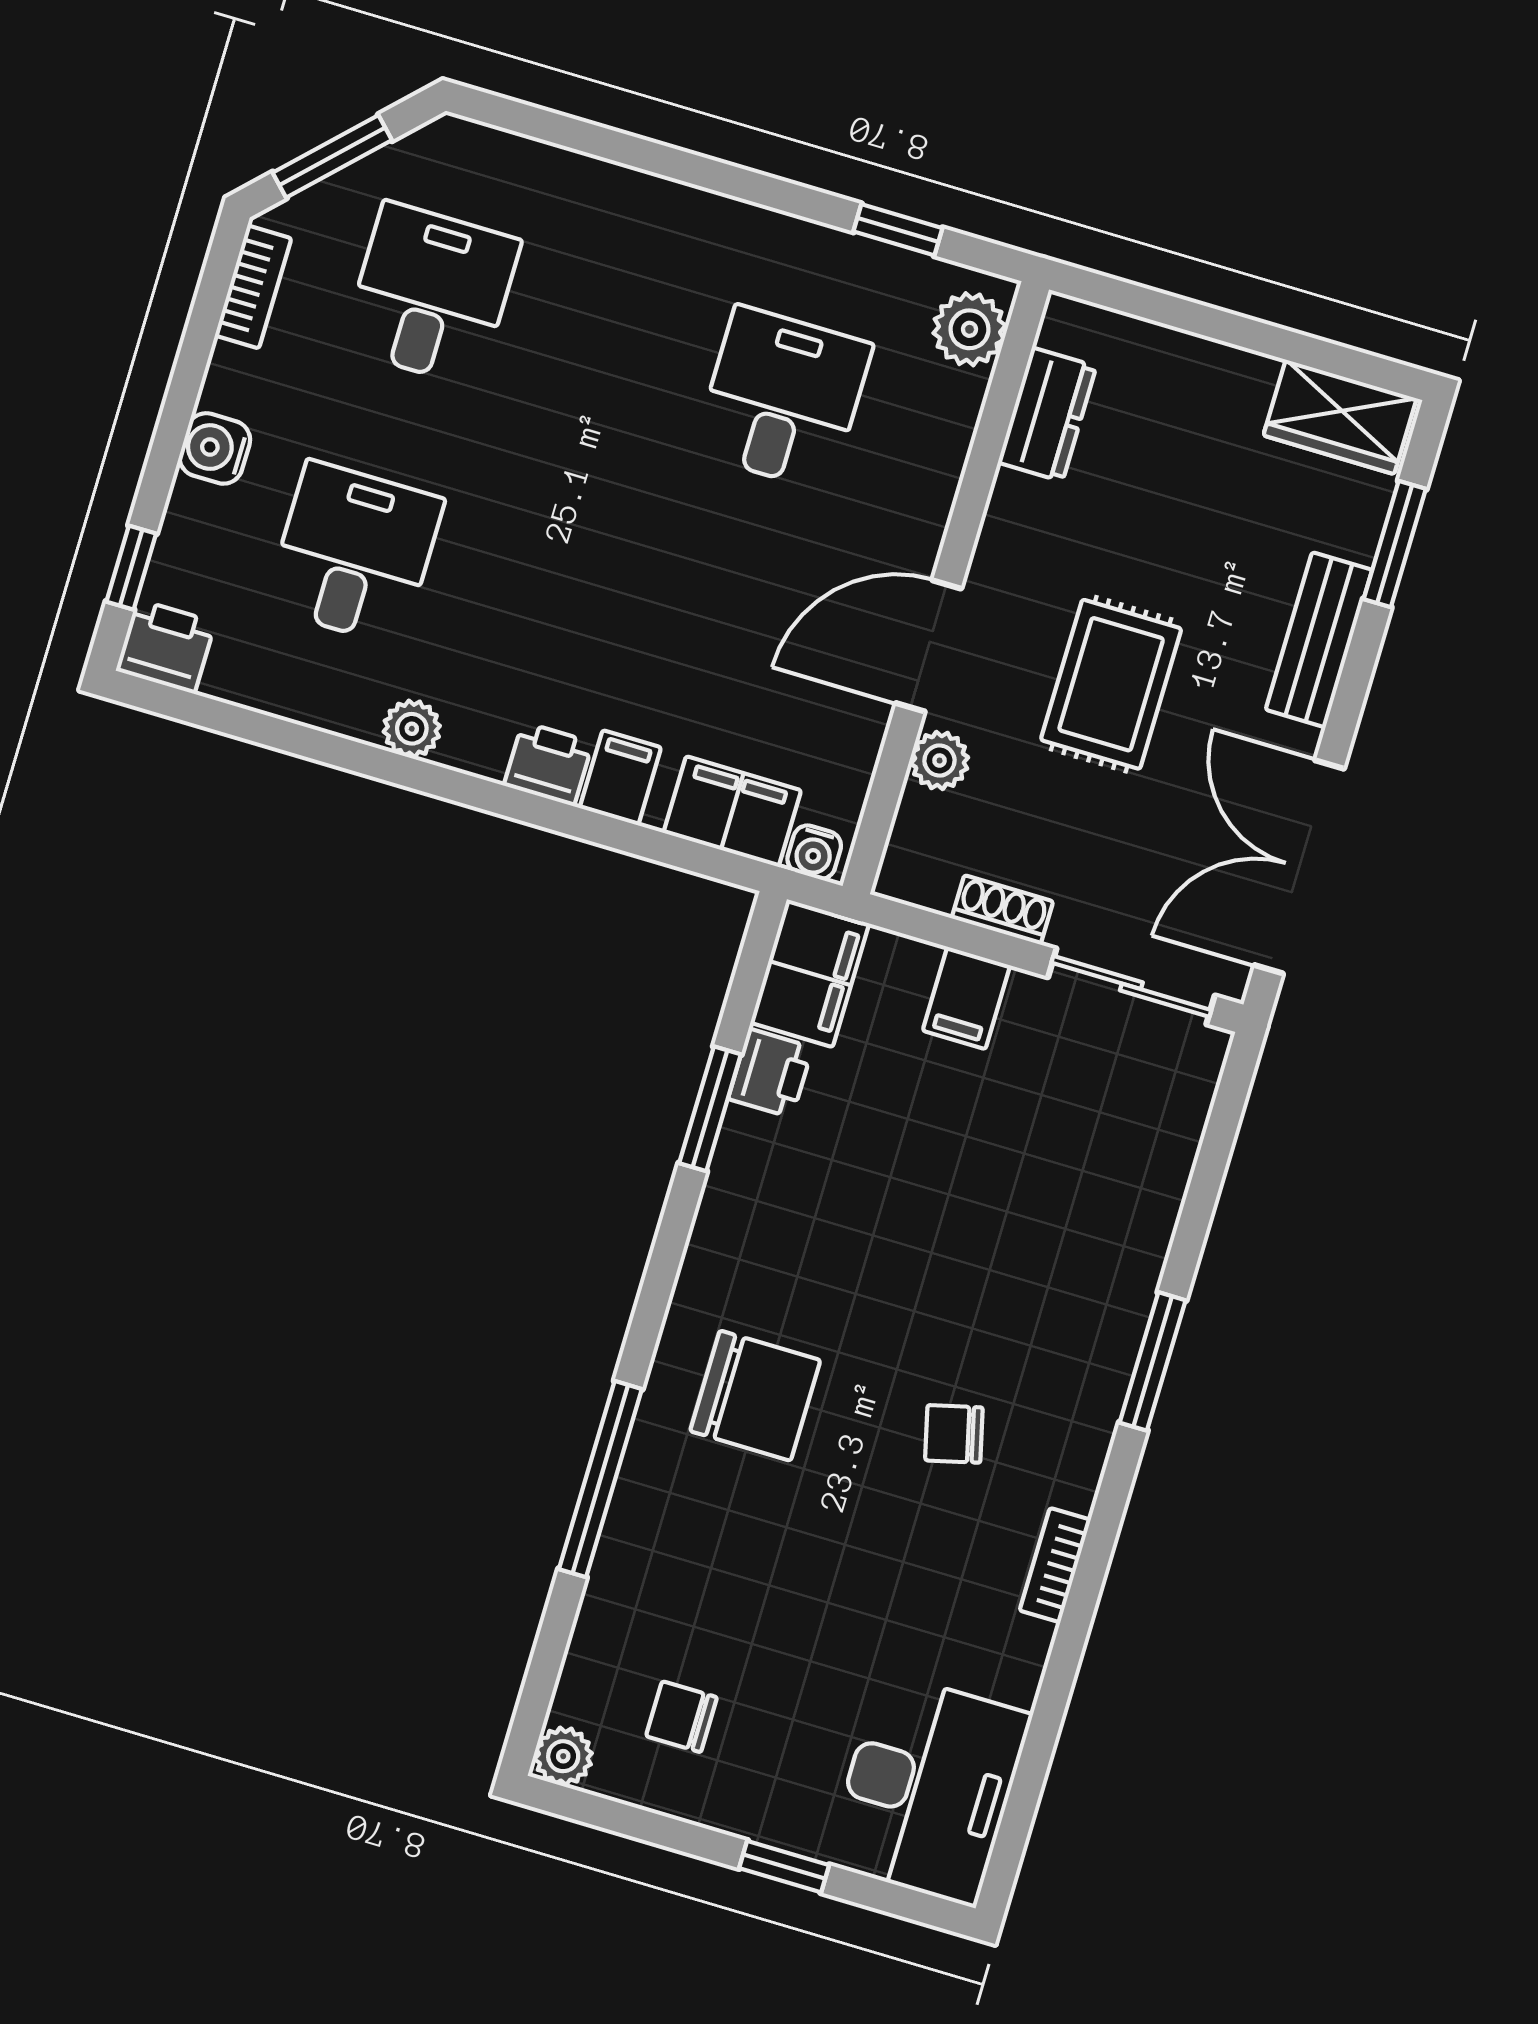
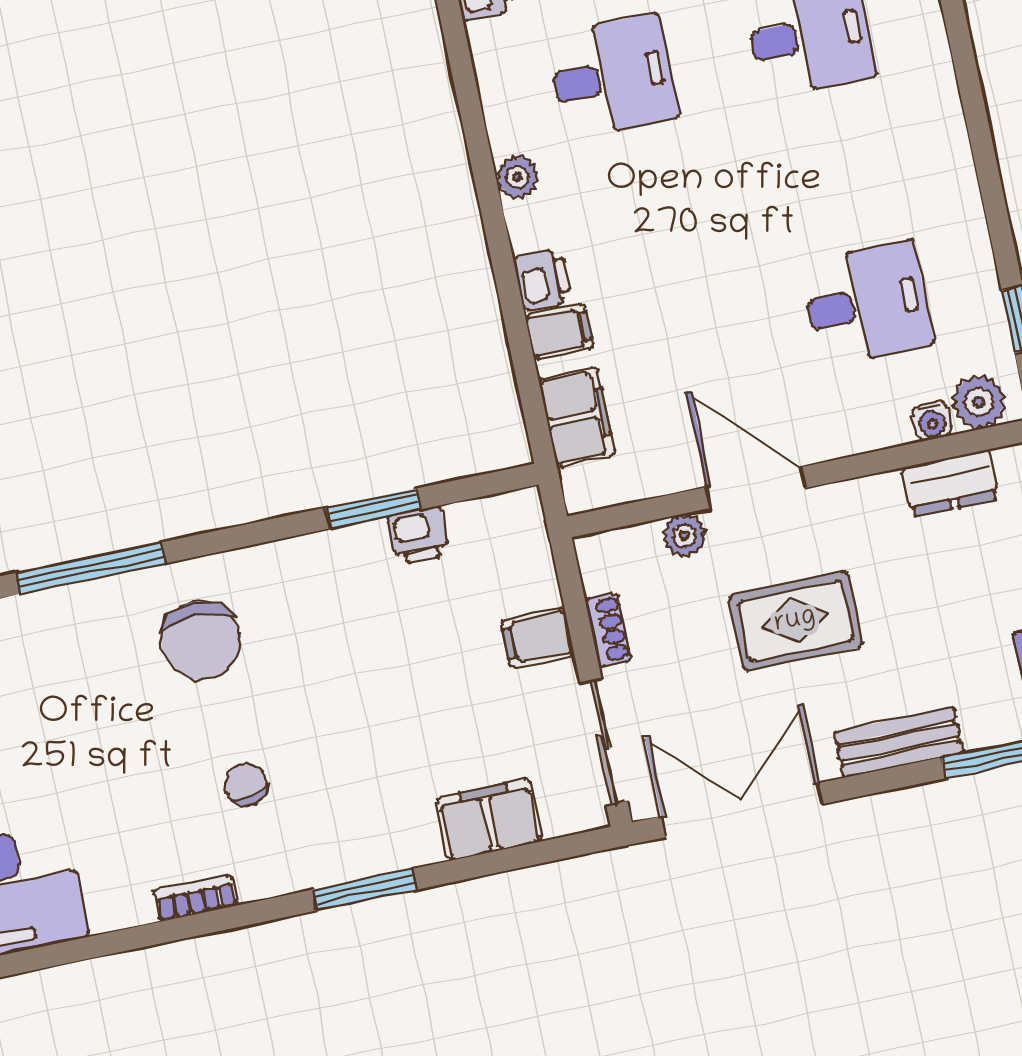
water cooler: (814, 852) -> (932, 421), moved, turned -90
filing cabinet: (810, 973) -> (489, 820), moved, turned 180

